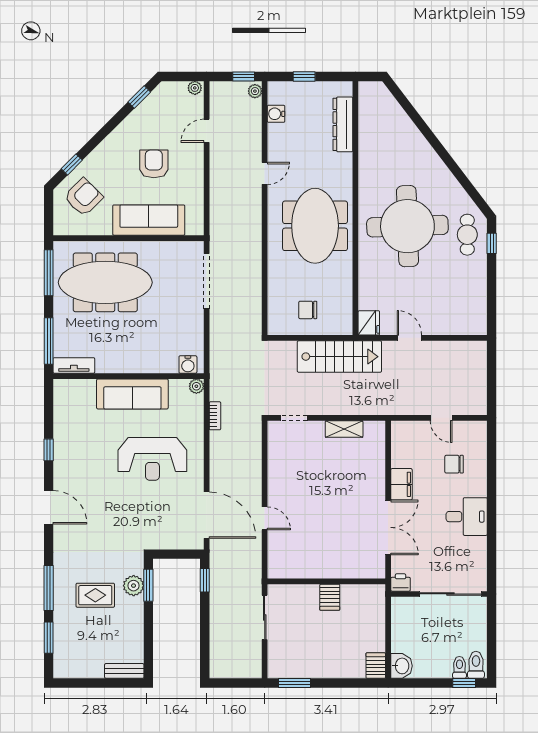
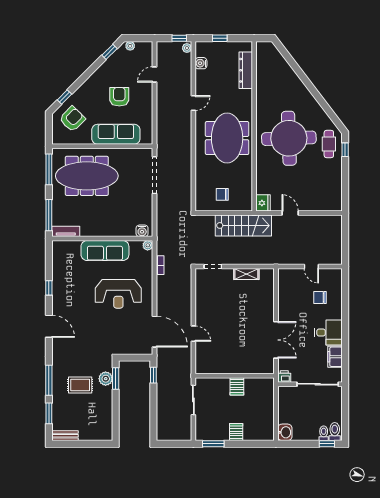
plant: (195, 88) -> (130, 46), moved
filing cabinet: (401, 484) -> (335, 357), moved, turned 180
server rack: (376, 666) -> (236, 432), moved
bench: (124, 671) -> (65, 436), moved

